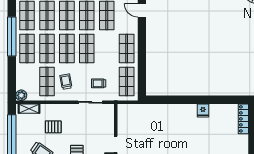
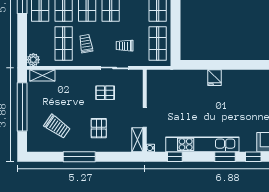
fridge: (203, 111) -> (214, 78), moved
pallet: (53, 127) -> (105, 93), moved

